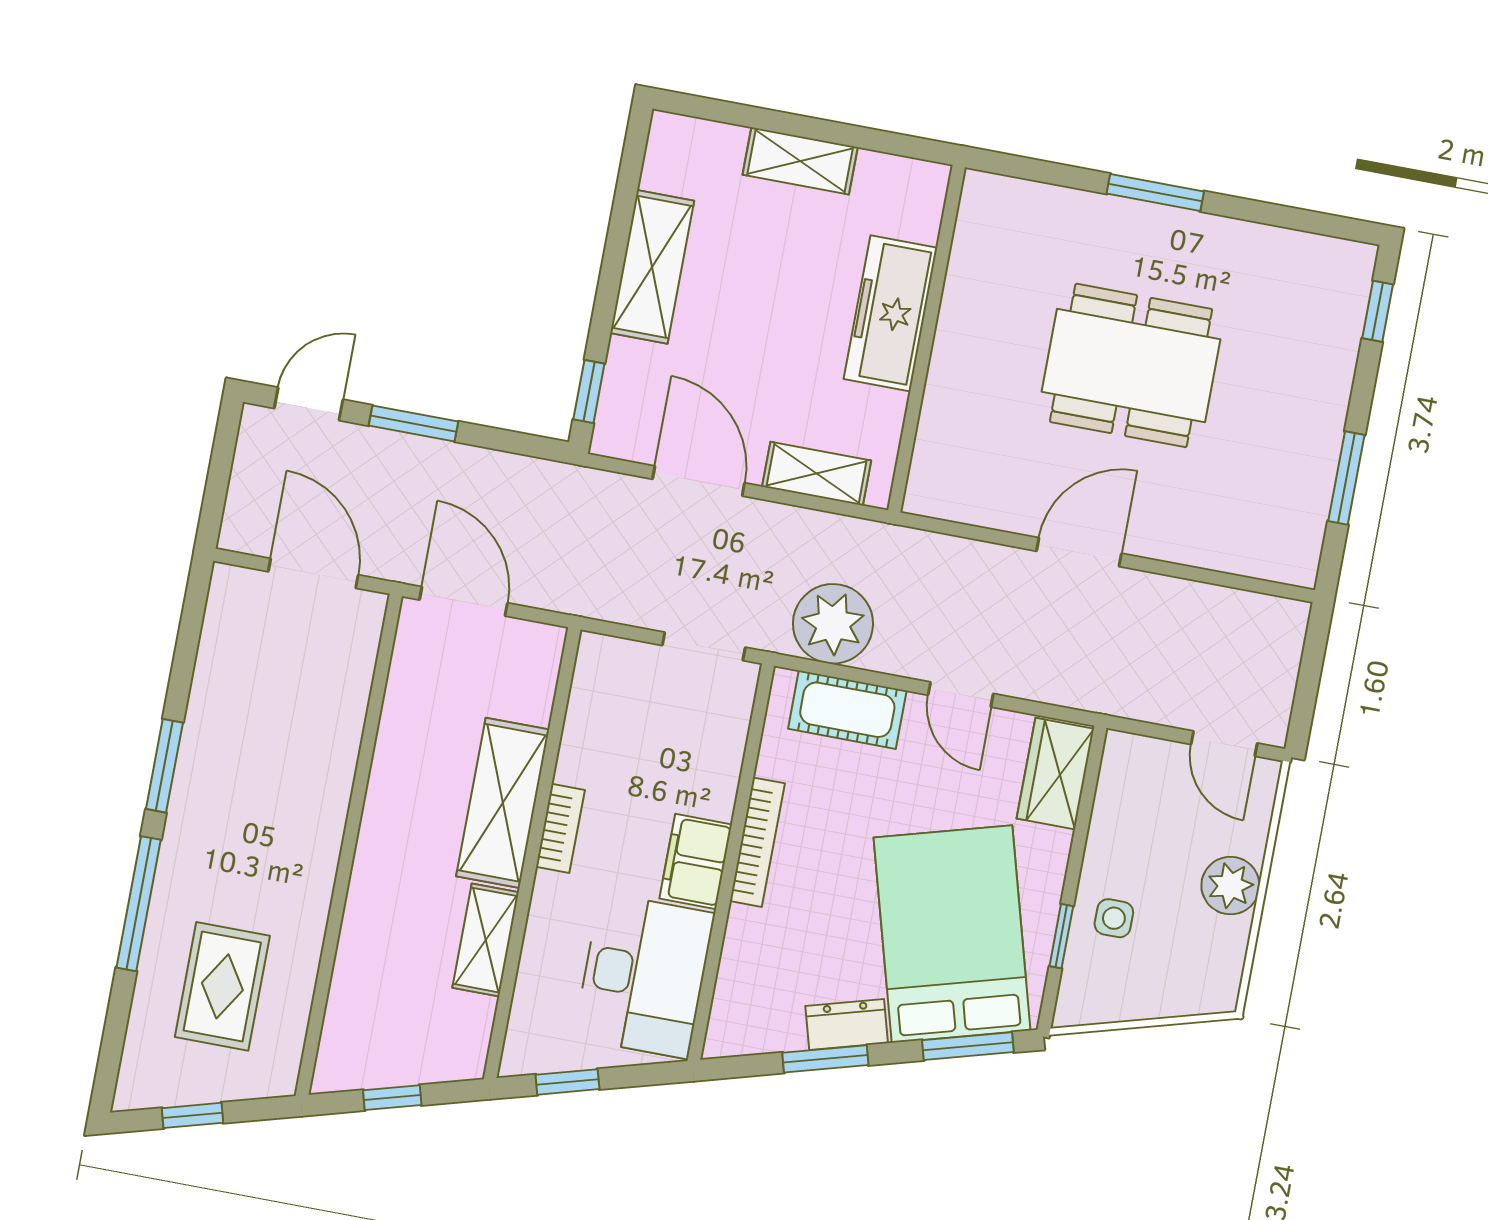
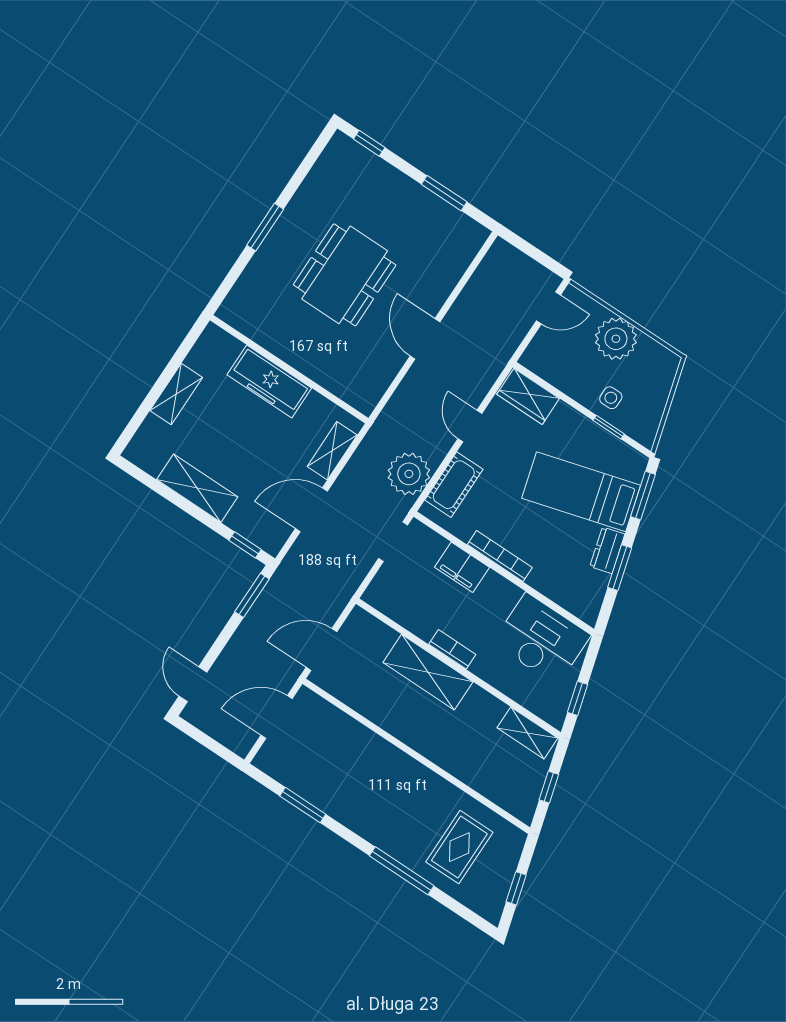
window: (414, 424) -> (252, 595), moved
door: (961, 694) -> (470, 426), swing flipped
window: (164, 766) -> (303, 805), moved
filing cabinet: (696, 861) -> (462, 567), moved
plant: (1230, 886) -> (616, 339), width x1.36, depth x1.36
bed: (952, 934) -> (581, 492), width x0.67
shelving: (486, 940) -> (527, 733), moved
rug: (222, 986) -> (459, 847), turned 90

